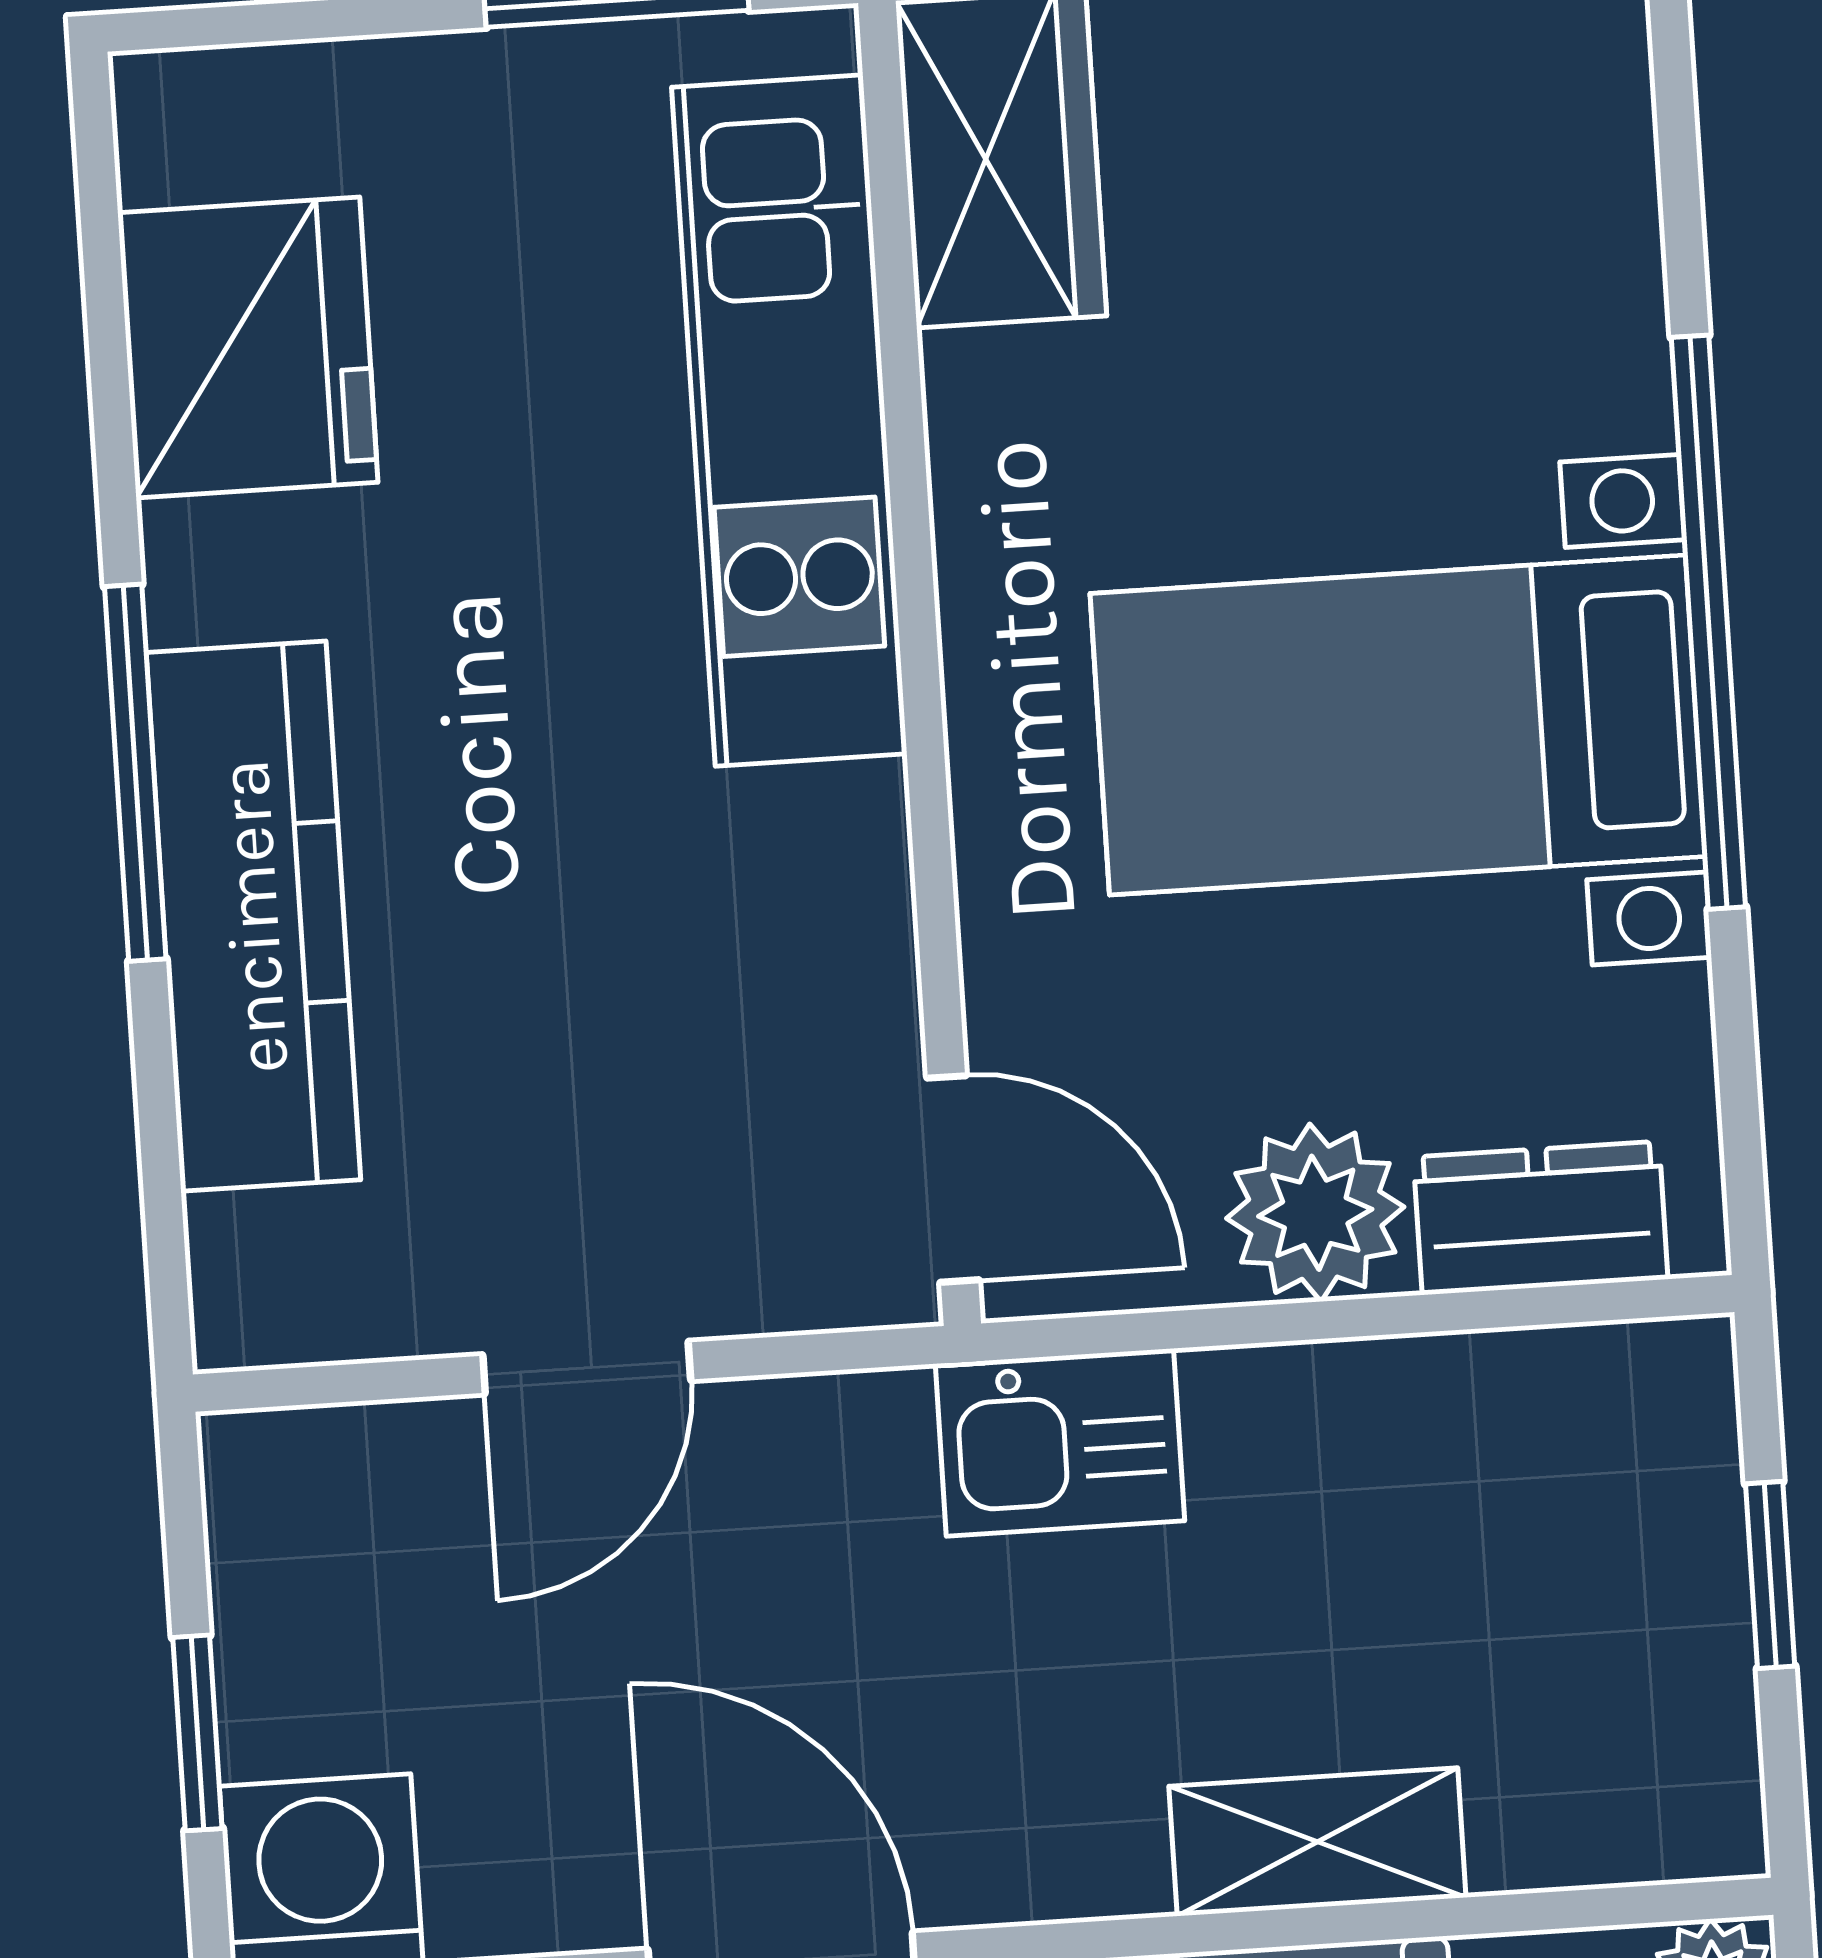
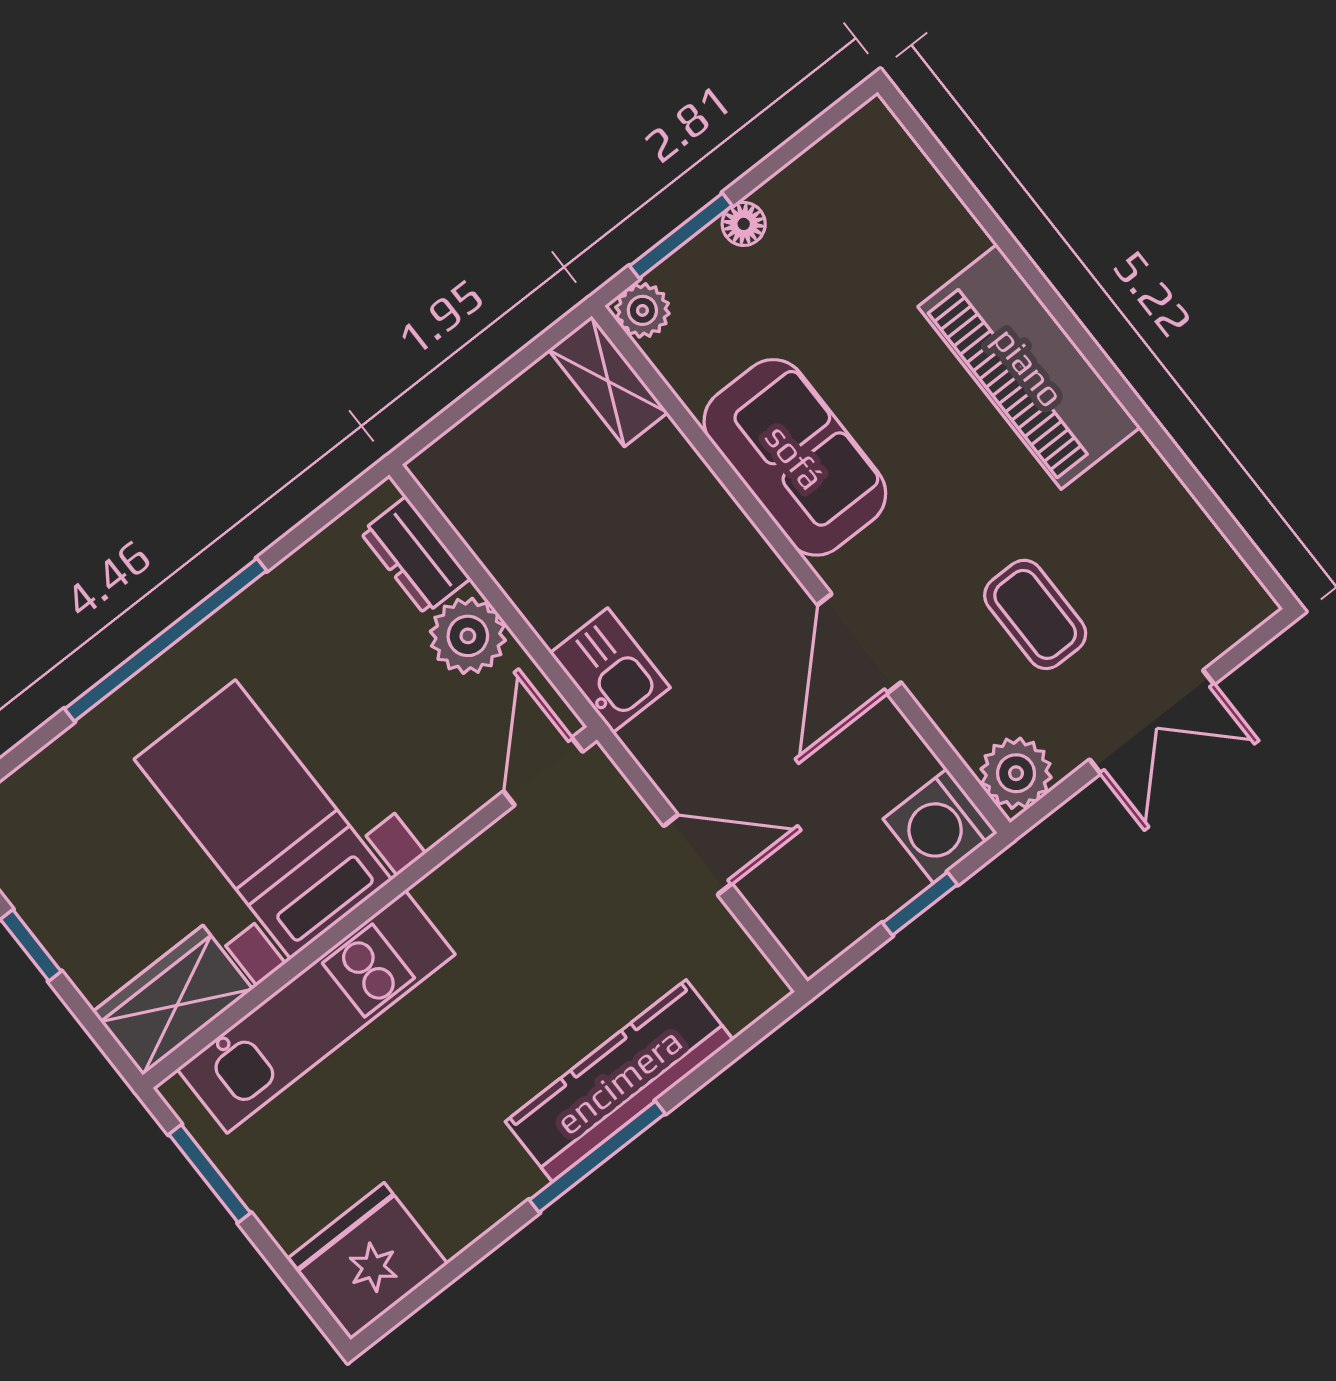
fridge: (248, 347) -> (368, 1261), moved
bed with nightstands: (1398, 725) -> (263, 819), moved, turned 180
window: (1770, 1575) -> (486, 389), removed
shelving: (1317, 1842) -> (608, 381), moved

